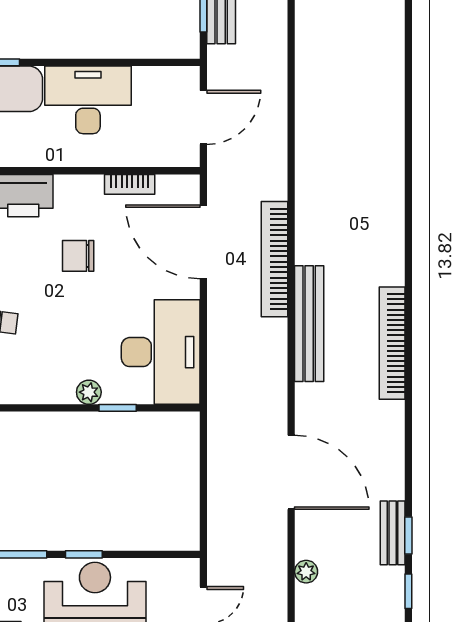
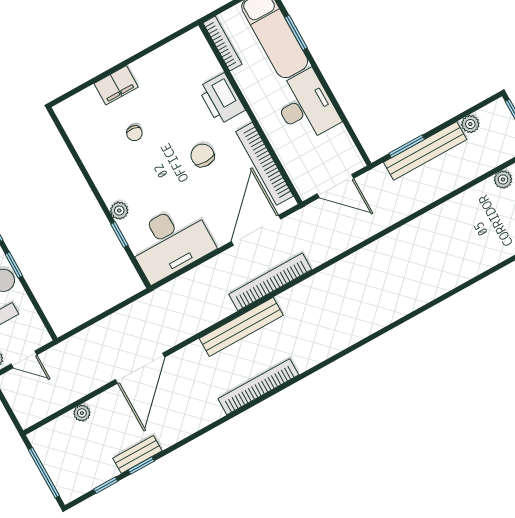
bookcase: (130, 184) -> (264, 164), width x2.31, depth x1.31

